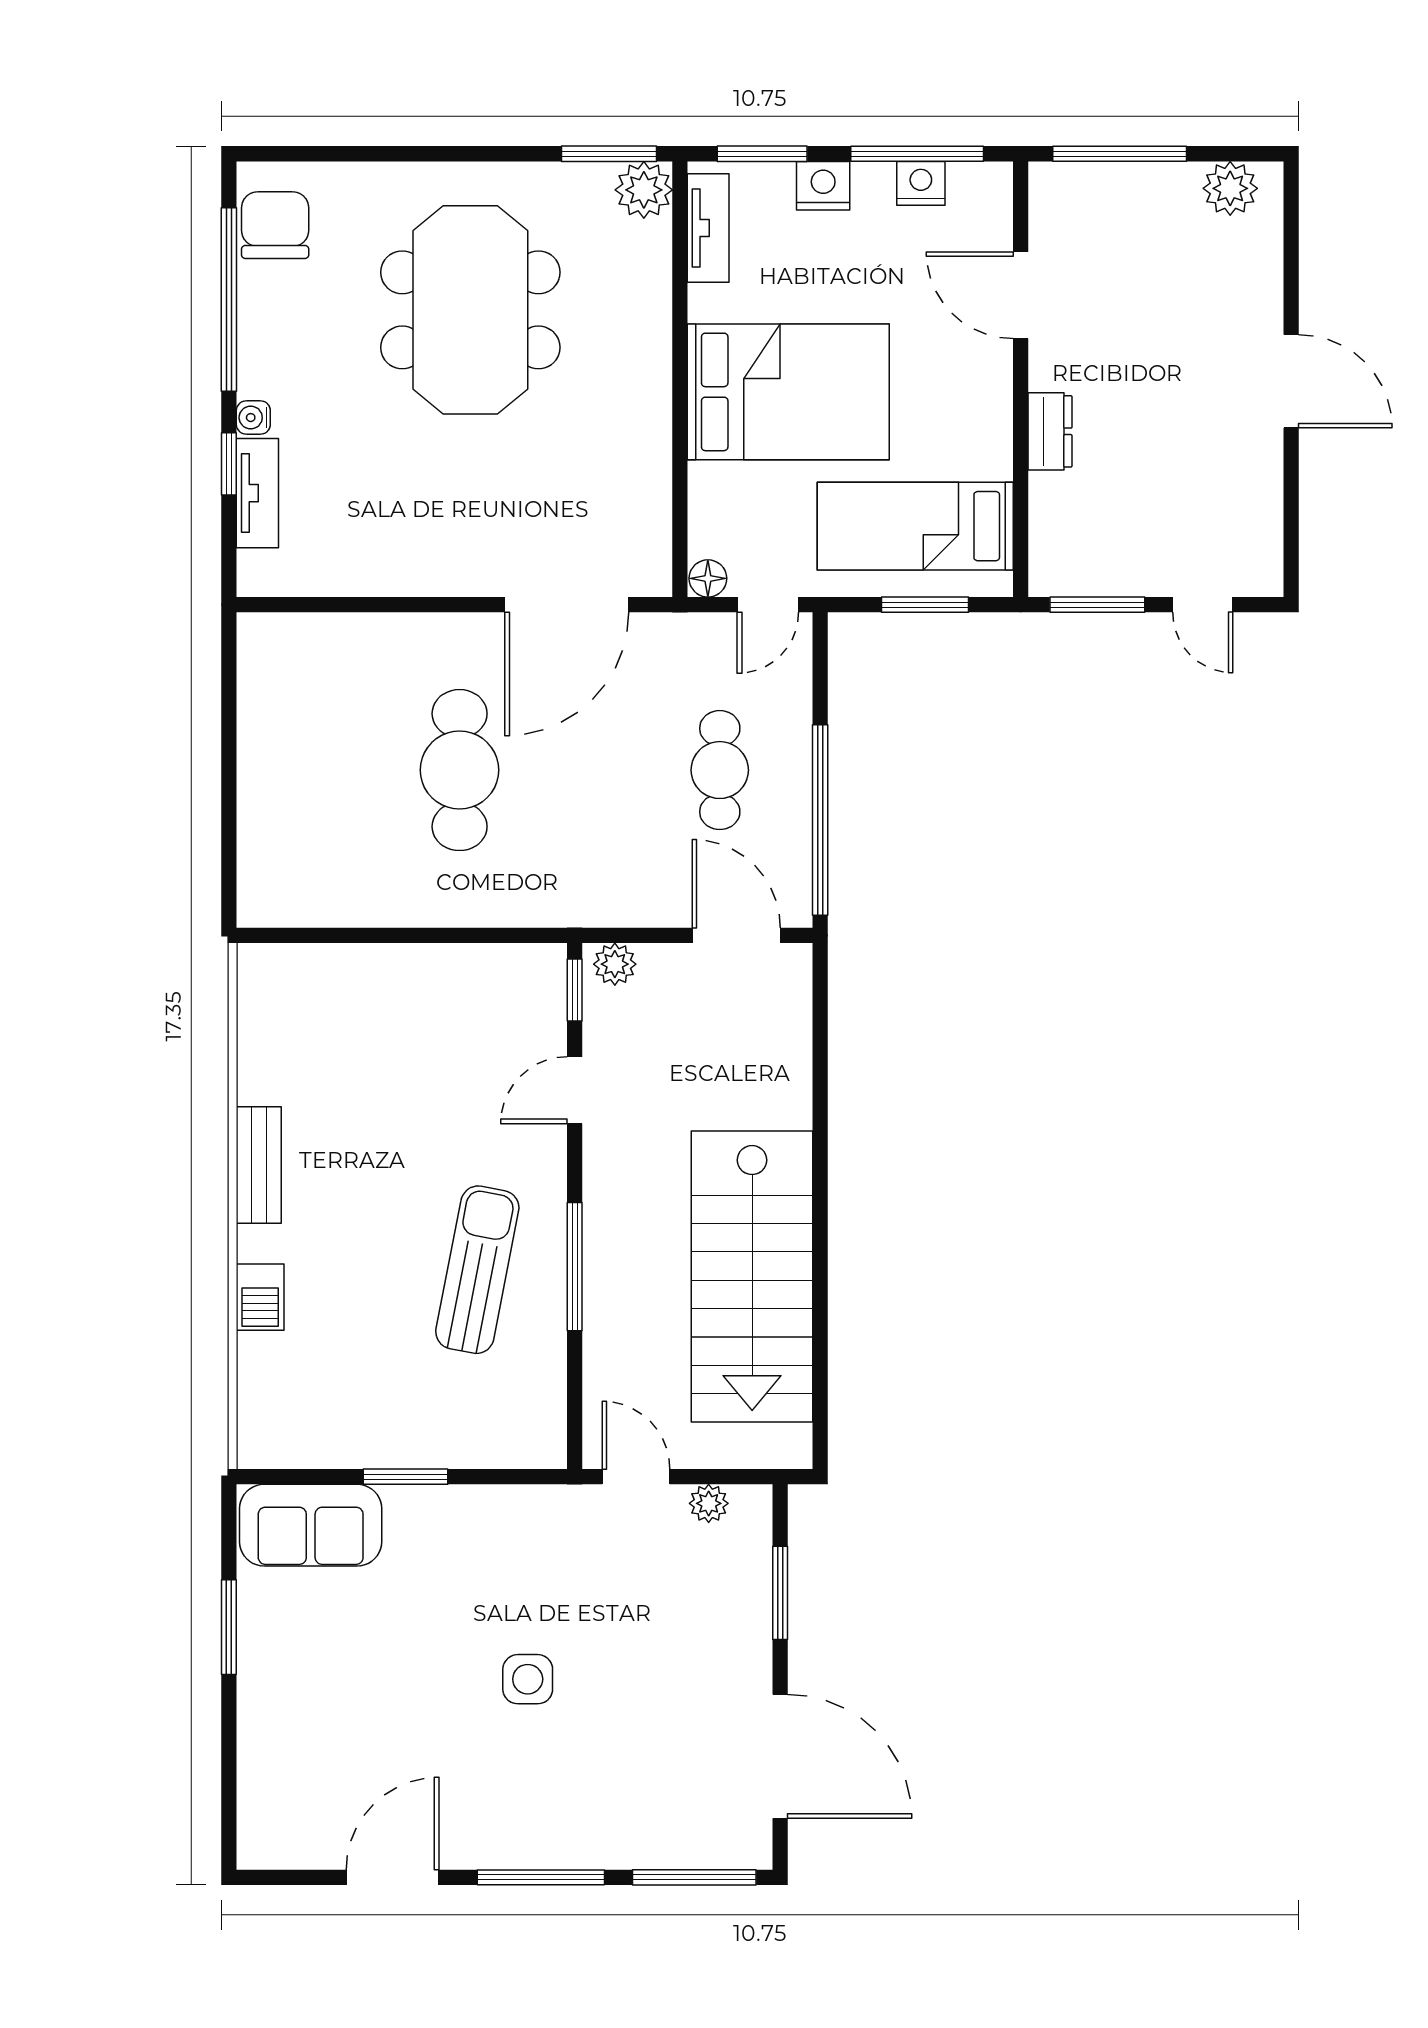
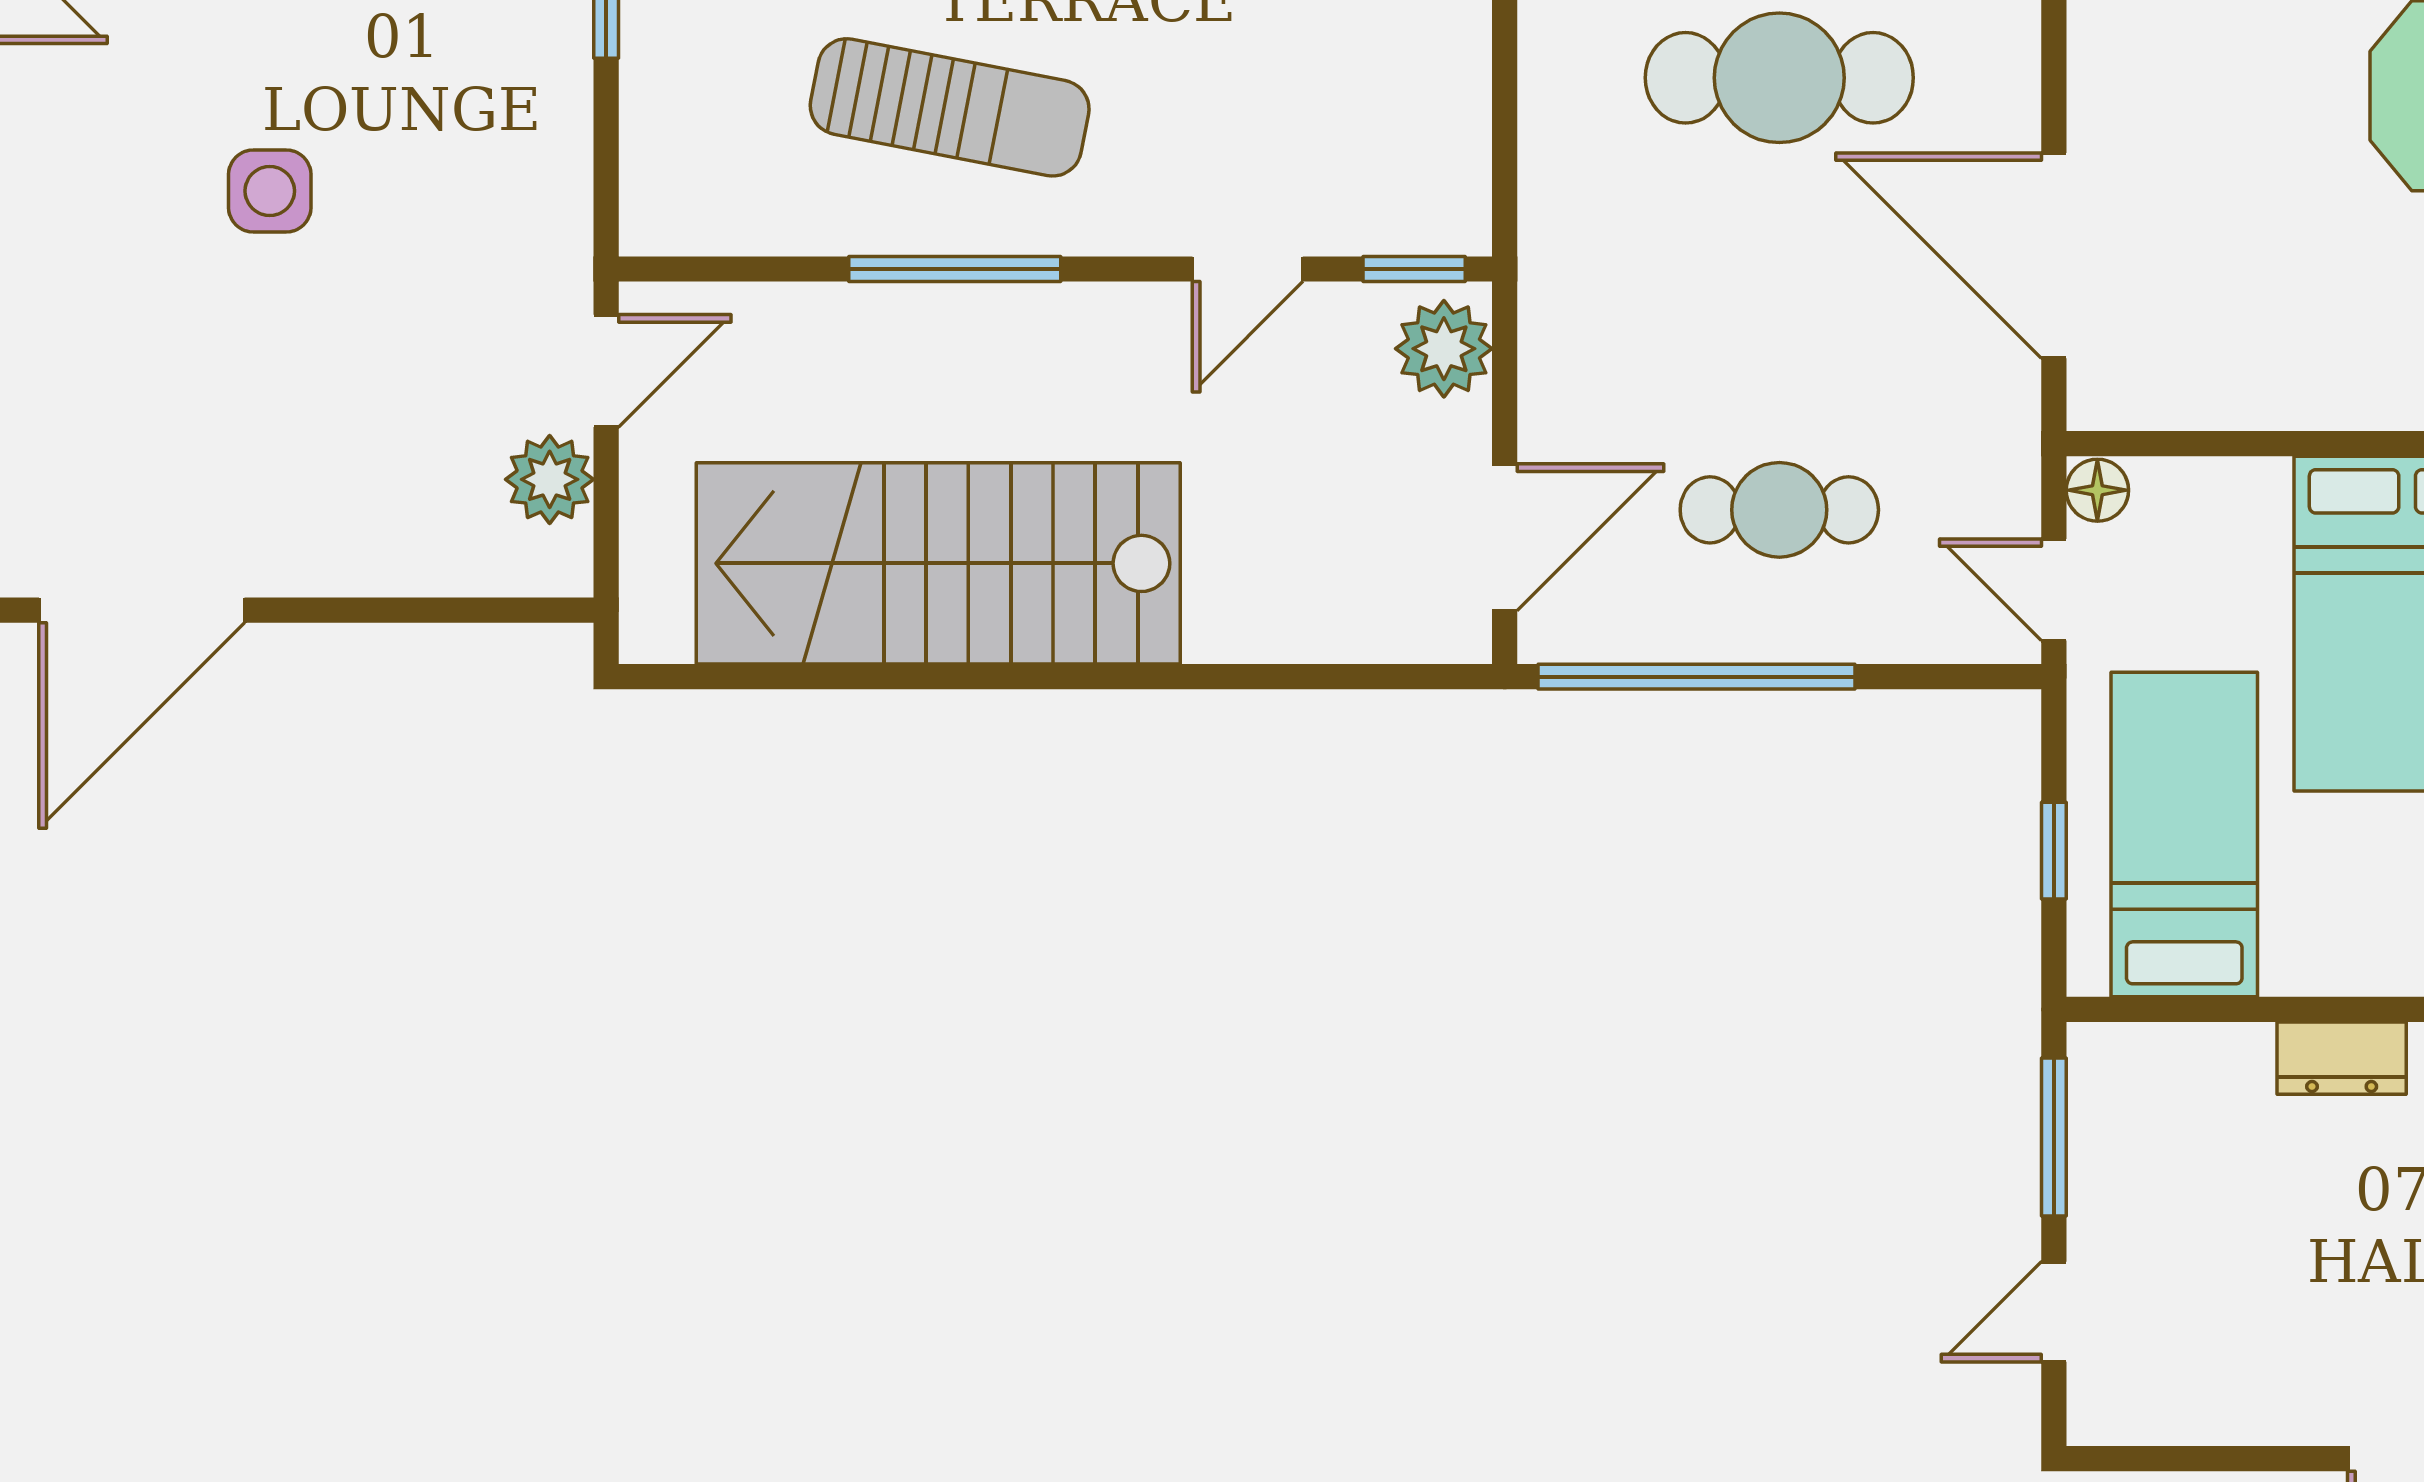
window: (925, 605) -> (2054, 851), width x0.67
plant: (615, 964) -> (1444, 349), width x1.38, depth x1.38
door: (575, 1090) -> (1248, 269), swing flipped
plant: (709, 1503) -> (550, 479), width x1.38, depth x1.38
window: (780, 1593) -> (413, 610), removed

